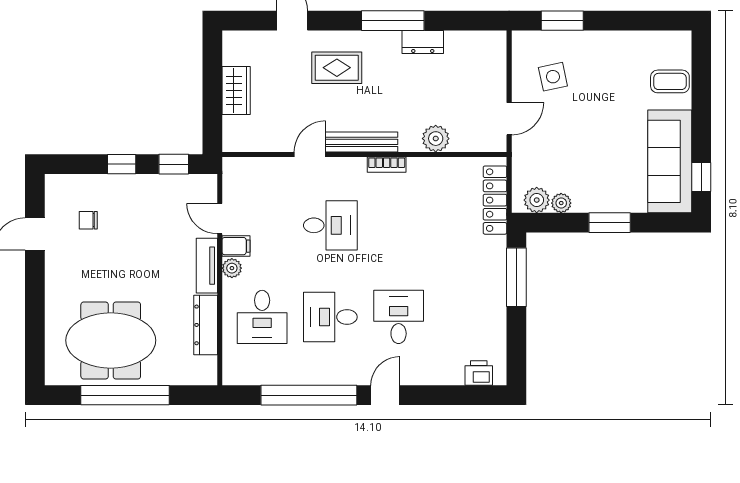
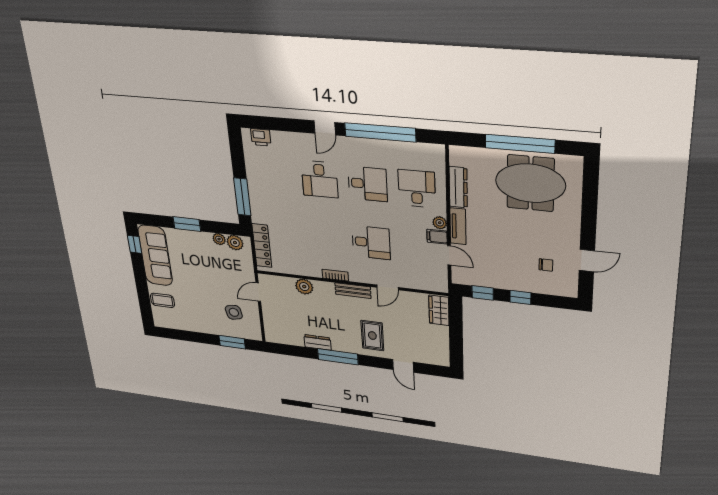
rug: (337, 68) -> (372, 336), turned 90
wardrobe: (236, 91) -> (439, 310), moved
bench: (362, 142) -> (353, 291), width x0.73
desk: (330, 225) -> (371, 243), turned 180

